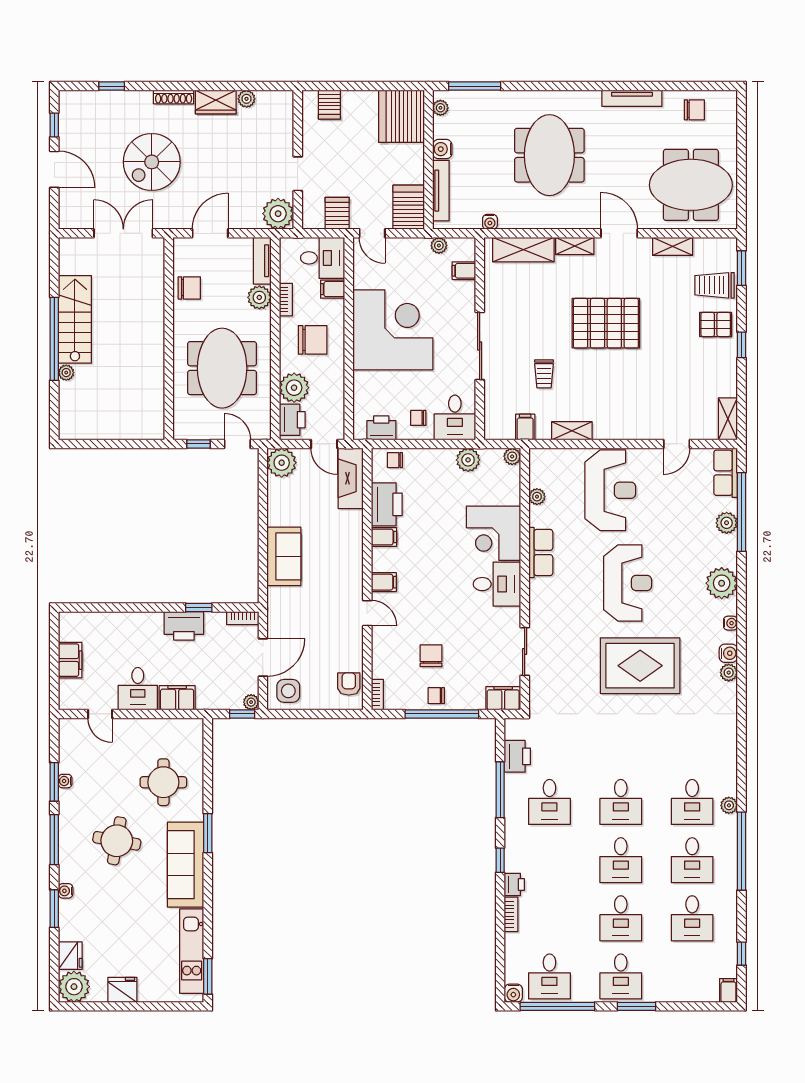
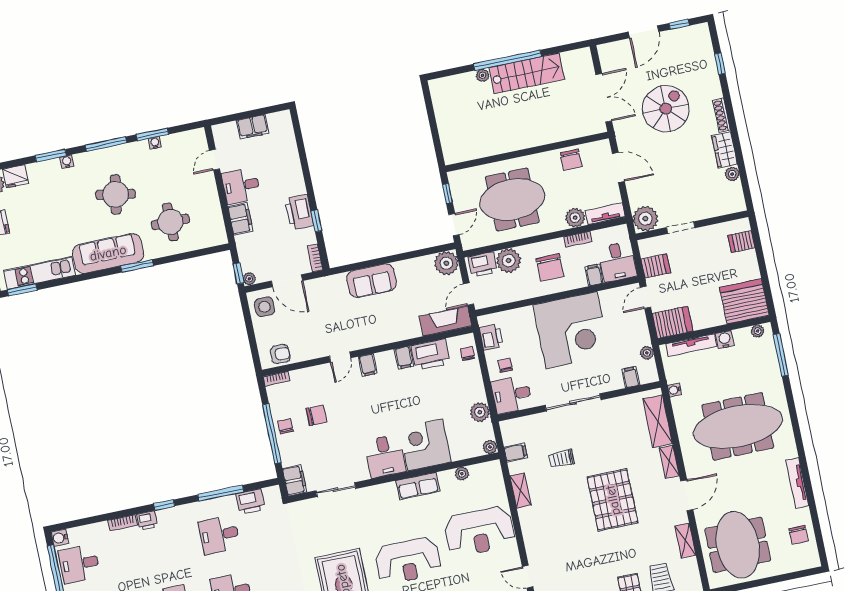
meeting table: (549, 155) -> (738, 426), width x1.36
spiral stairs: (152, 162) -> (666, 109), turned 90

